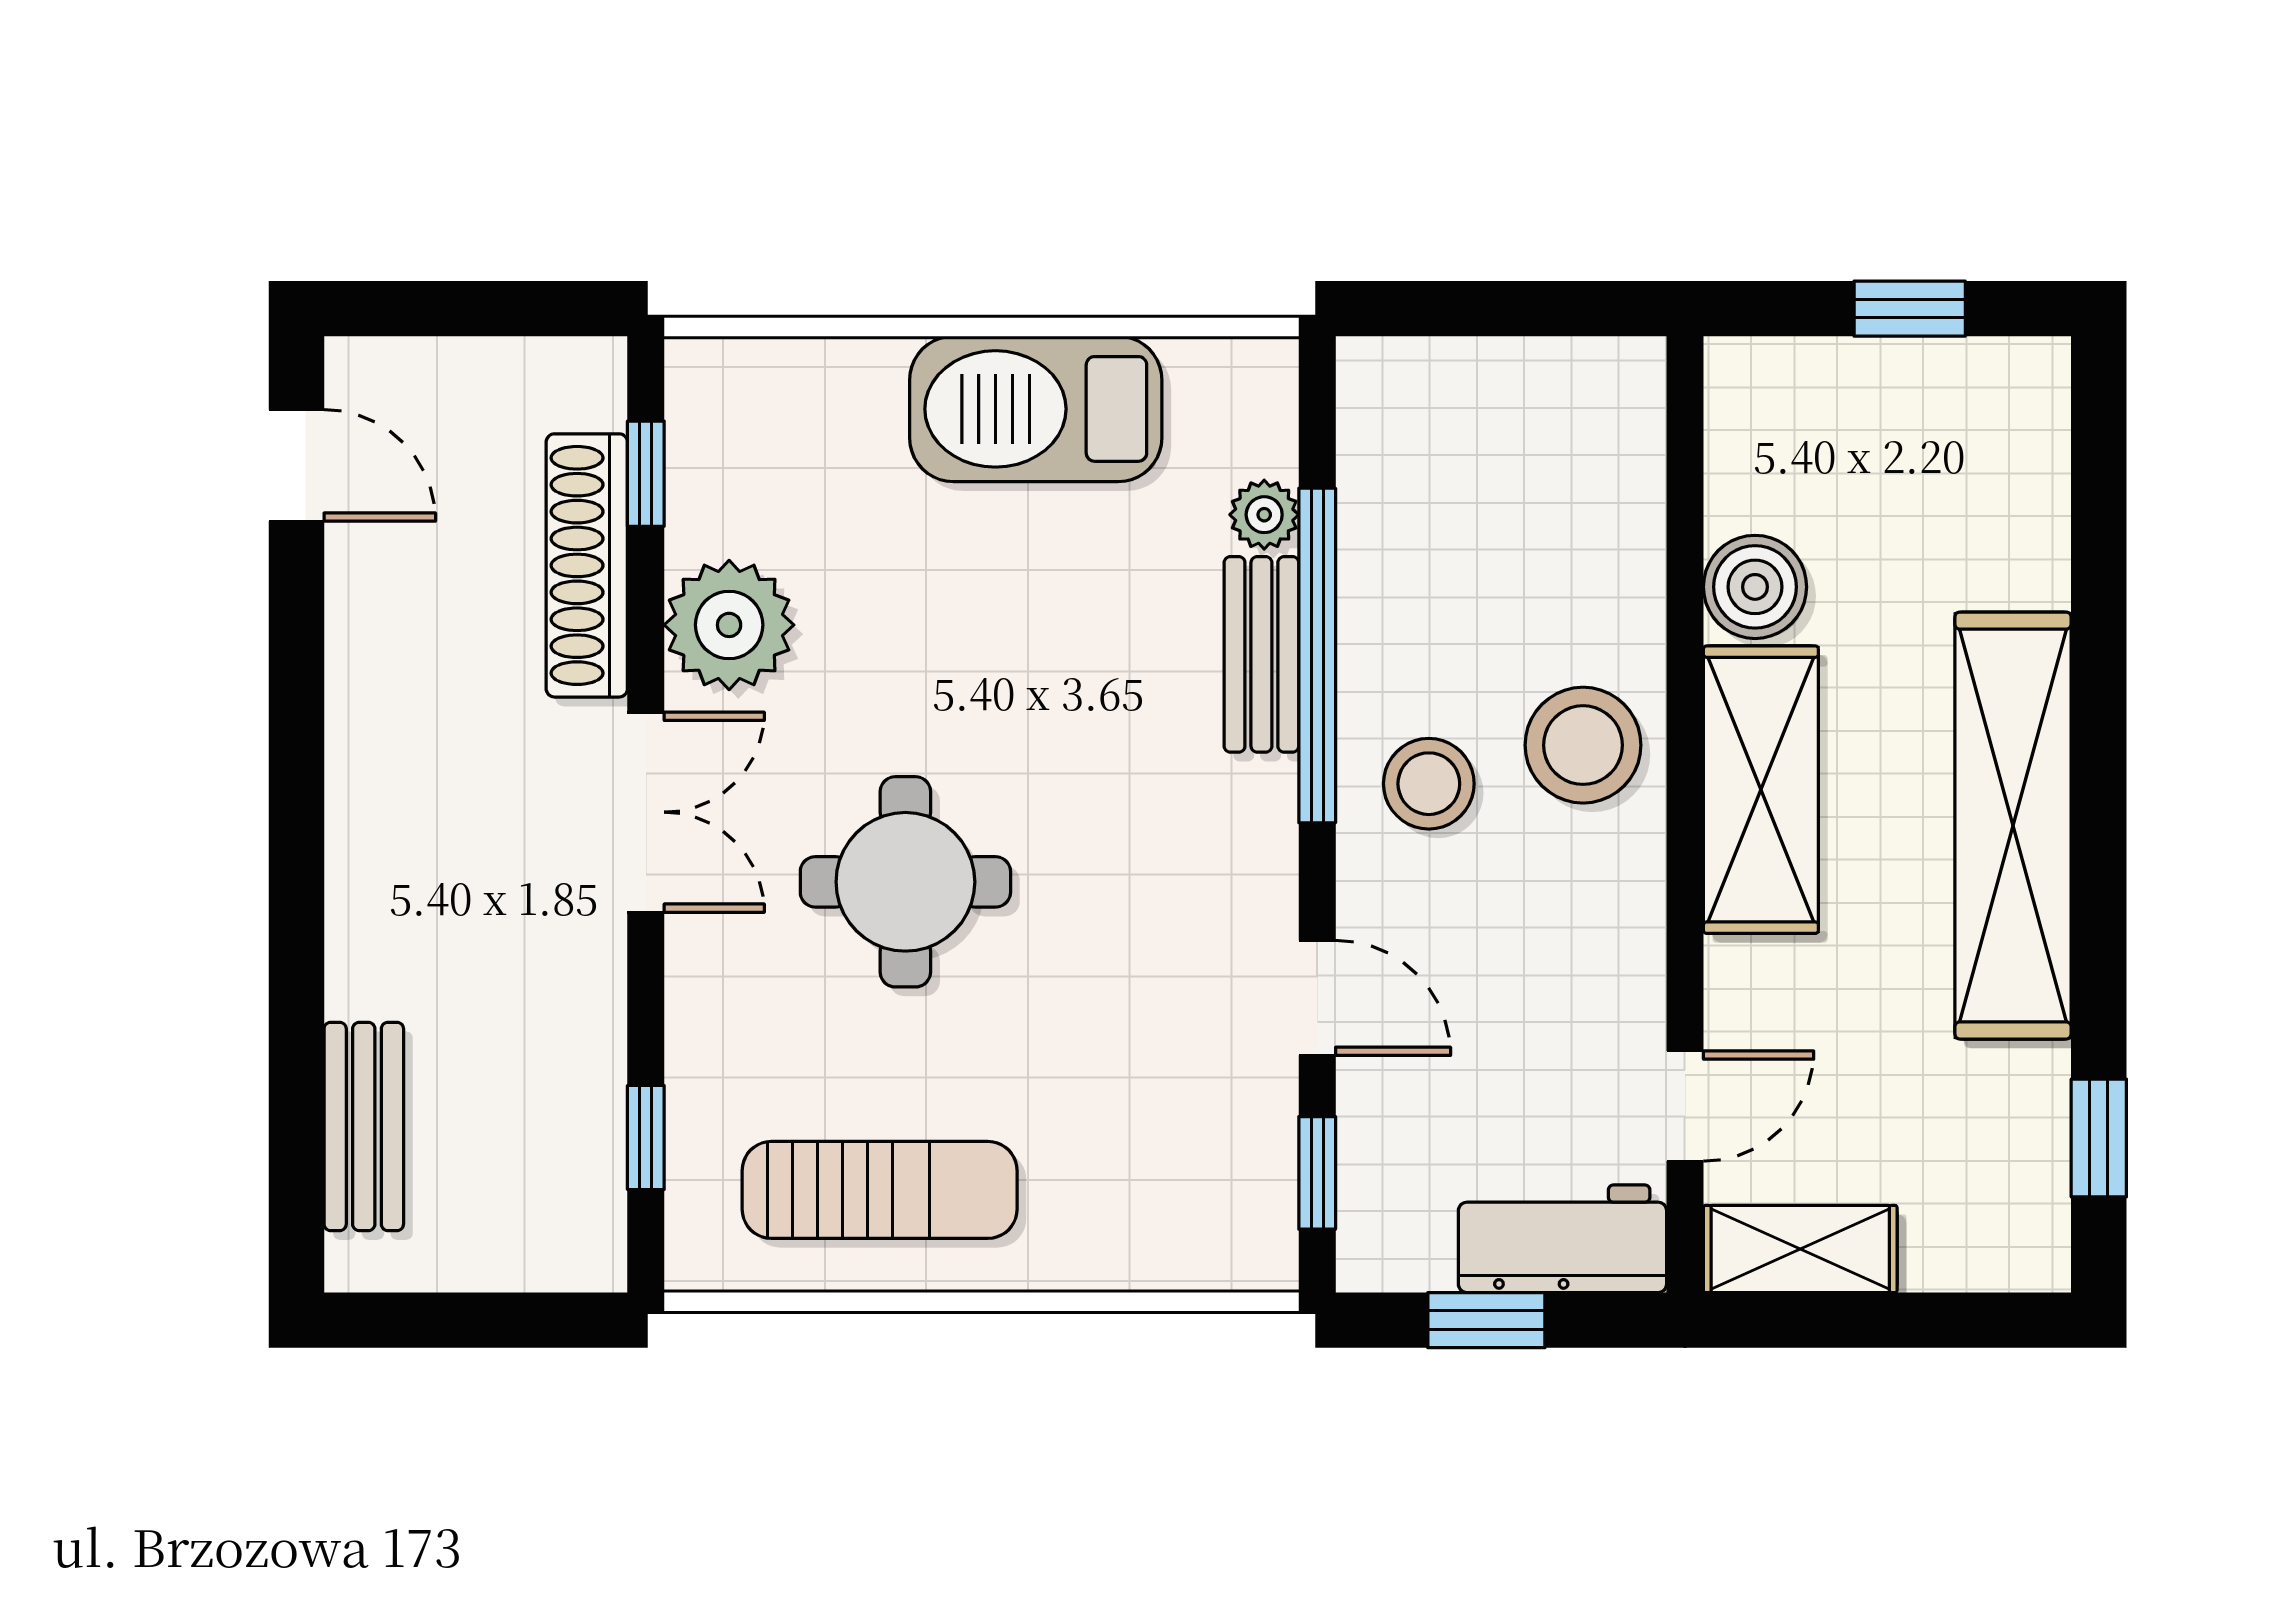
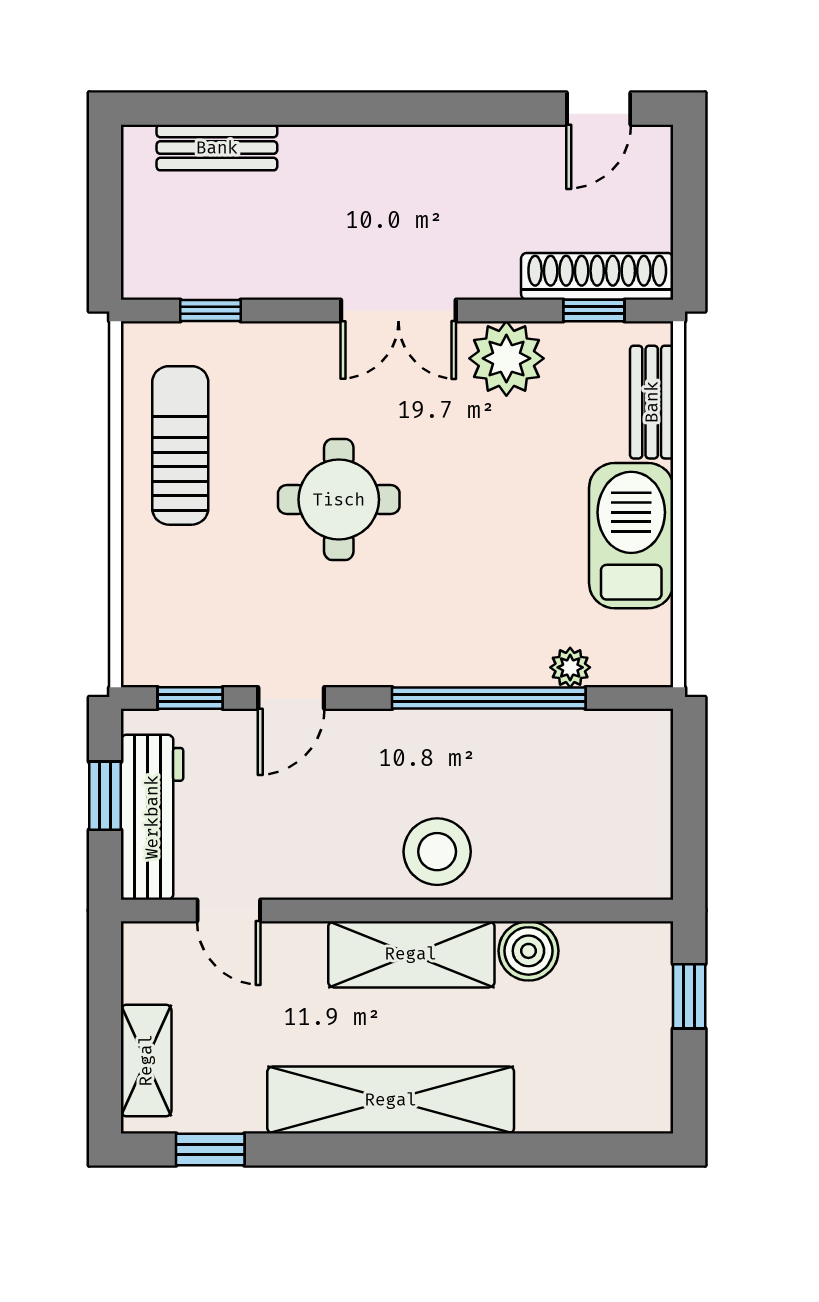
window: (1910, 309) -> (689, 996), moved
shoe rack: (587, 565) -> (597, 276), moved
bench: (1261, 654) -> (652, 402), moved, turned 90
stool: (1429, 784) -> (415, 763), removed
round table: (905, 882) -> (339, 500), moved
sun lounger: (880, 1190) -> (180, 445), turned 180
workbench: (1562, 1239) -> (152, 817), width x1.38
shelving: (1800, 1249) -> (146, 1060), moved

